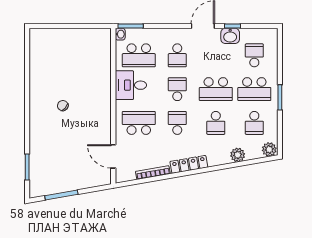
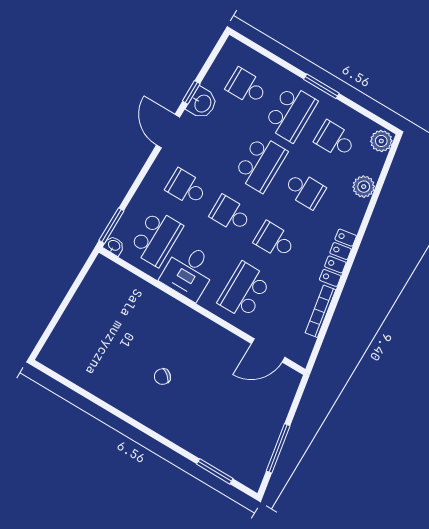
school desk: (177, 55) -> (186, 188), turned 180
school desk: (254, 123) -> (335, 140), turned 180

